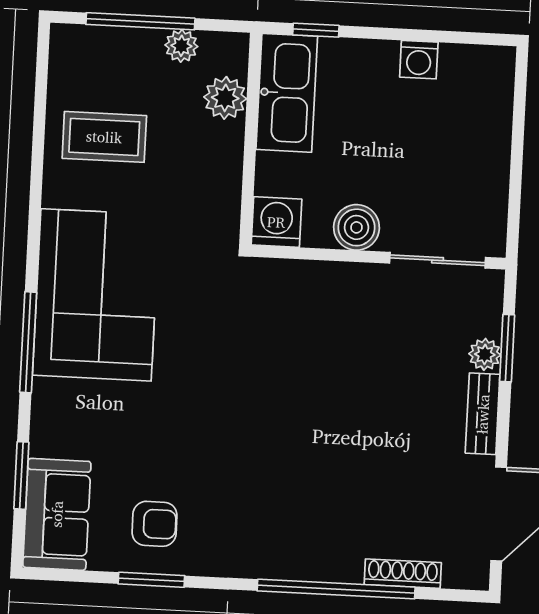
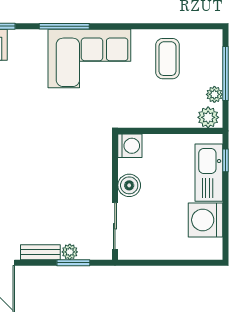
washing machine: (419, 60) -> (205, 220), width x1.89, depth x1.89
kitchen sink: (287, 93) -> (209, 173), moved, turned 90
plant: (225, 98) -> (208, 117), moved

